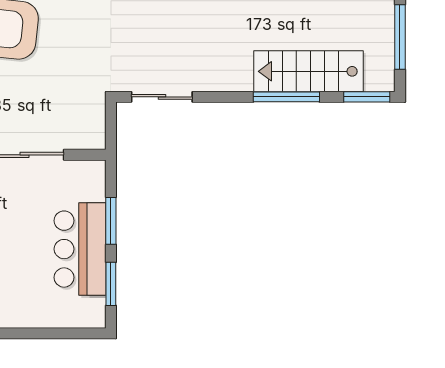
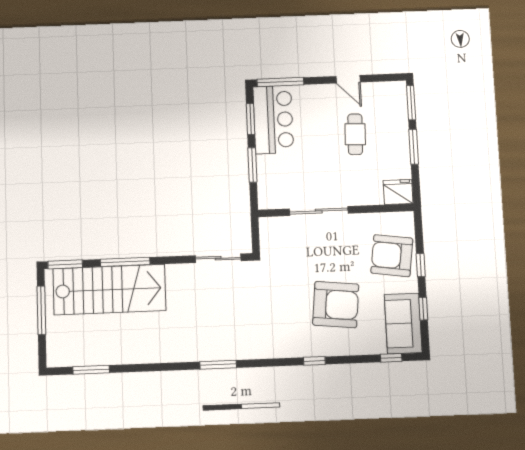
stairs: (308, 71) -> (109, 290), width x1.36, depth x1.51
bar counter: (80, 249) -> (273, 120), moved
window: (68, 333) -> (280, 82), added

